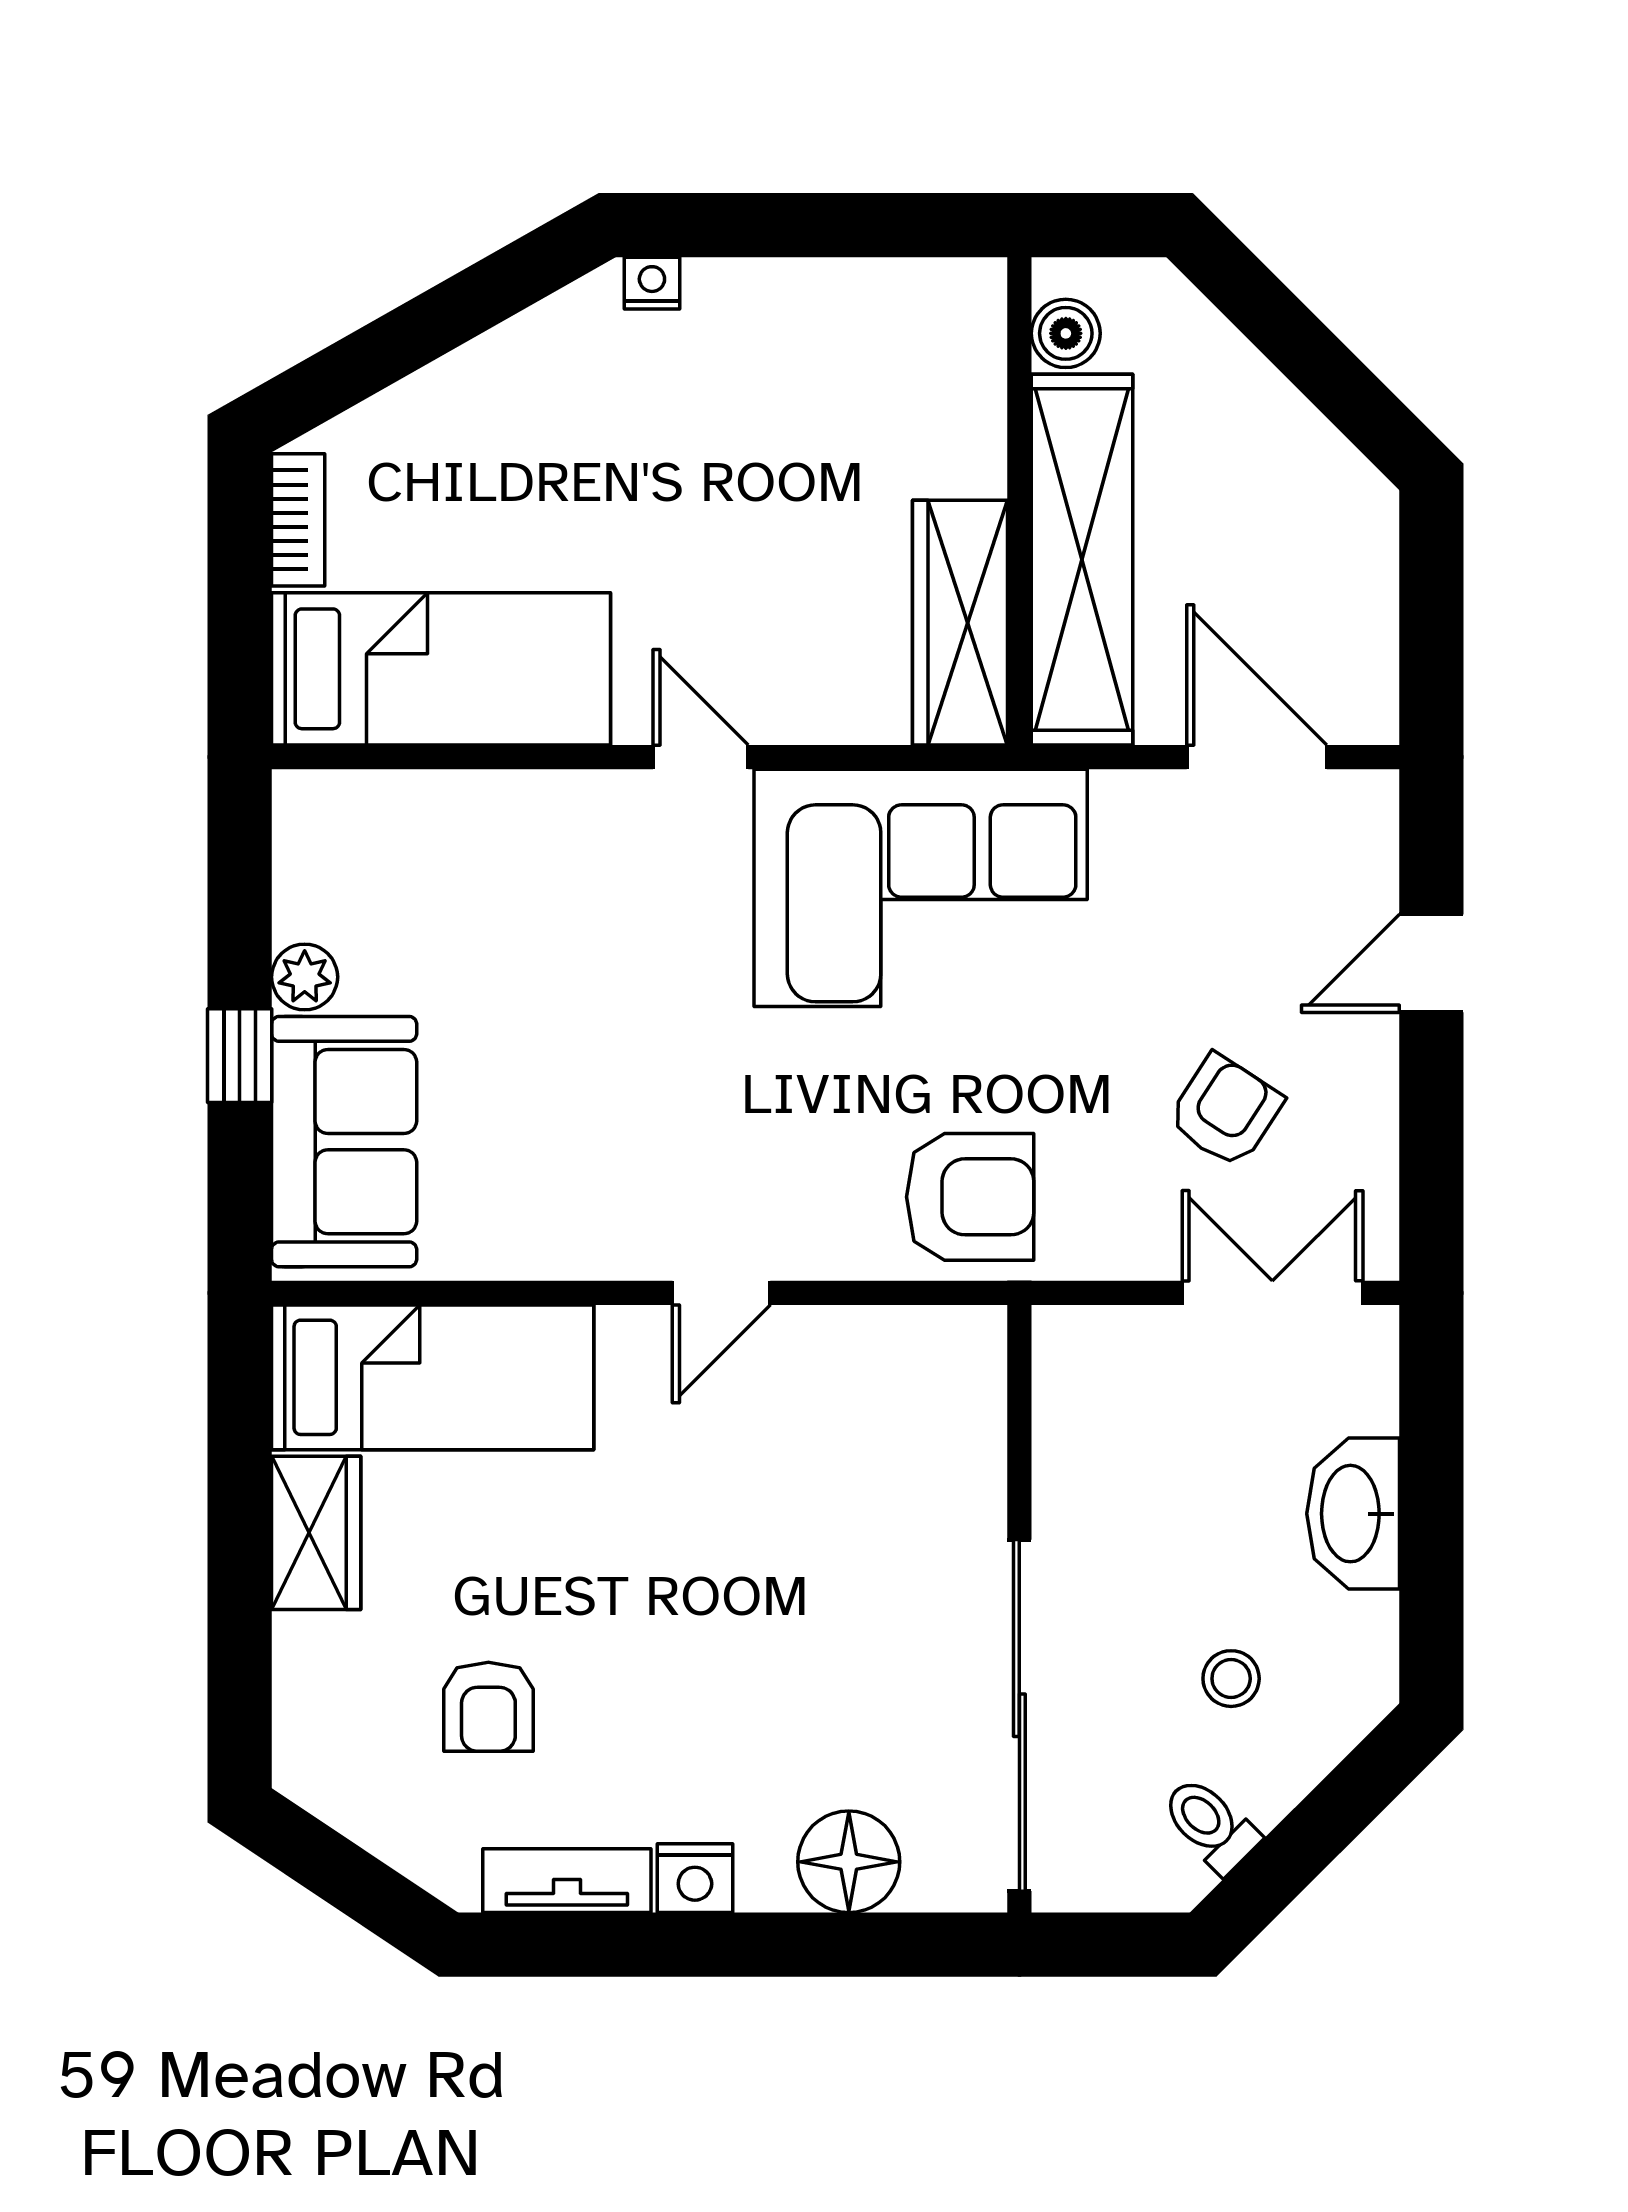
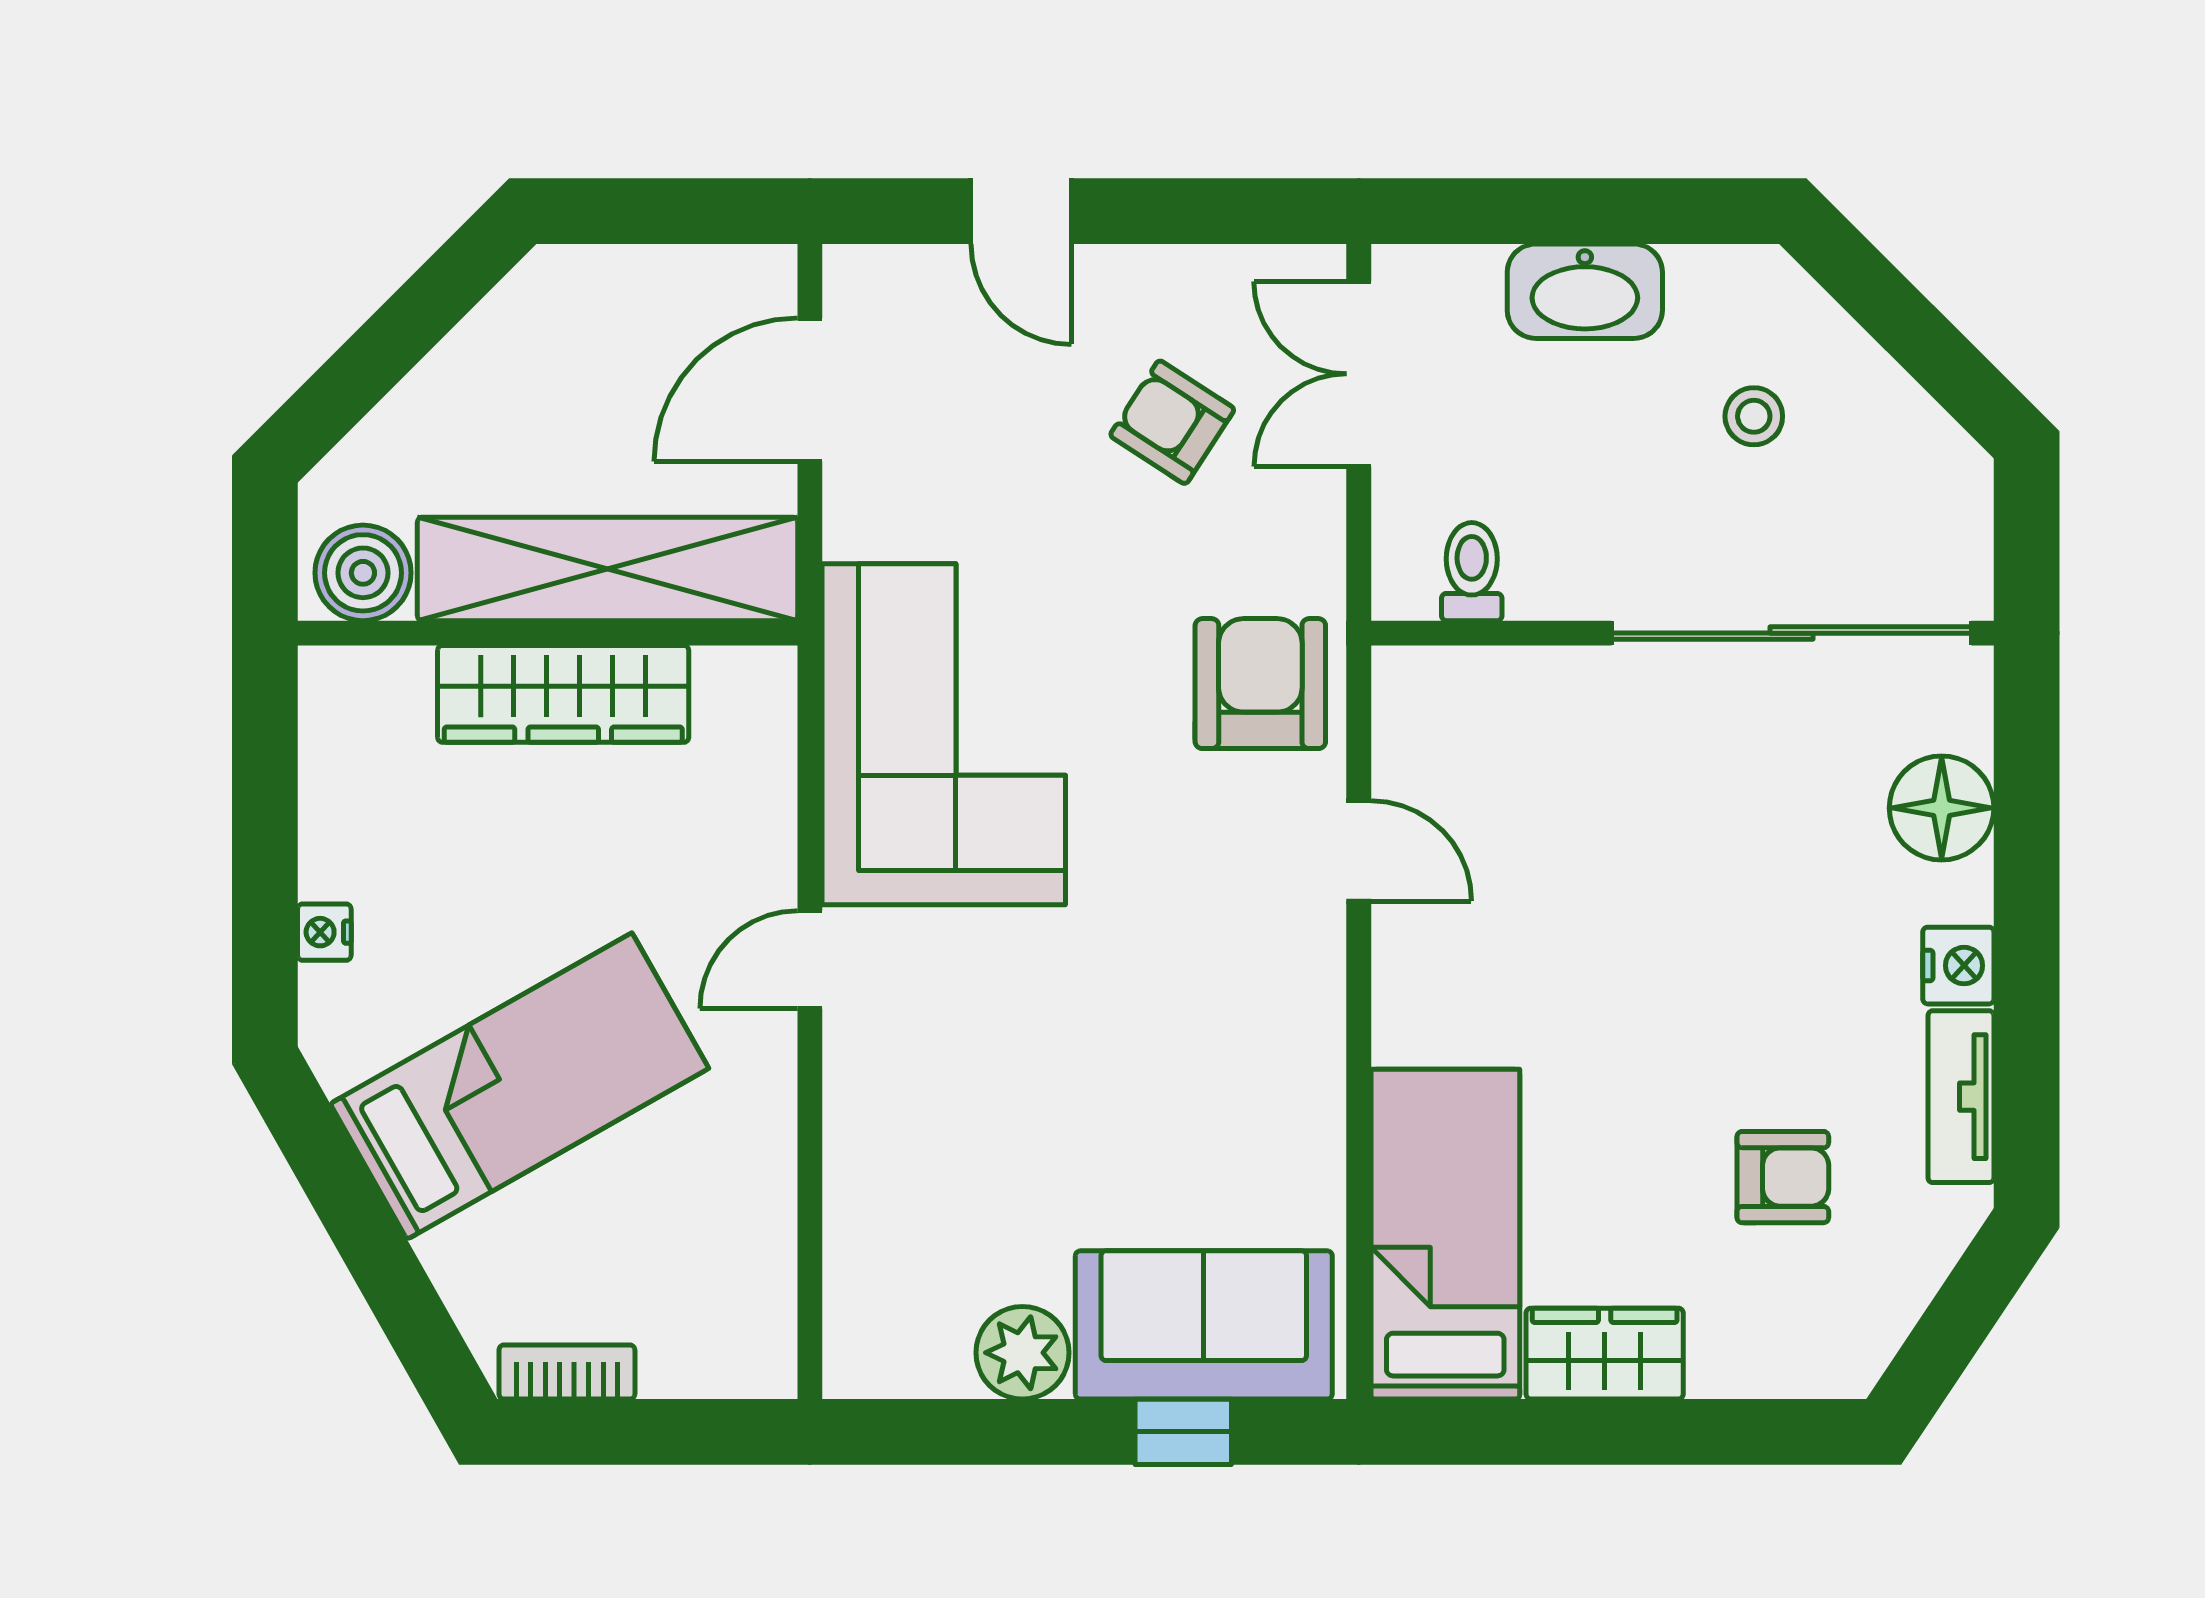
nightstand: (652, 283) -> (324, 932), moved
boiler: (1066, 333) -> (363, 573), width x1.36, depth x1.36
wardrobe: (960, 623) -> (563, 694), moved
bed: (441, 669) -> (519, 1086), moved, turned 60
plant: (305, 977) -> (1022, 1353), width x1.38, depth x1.38
window: (240, 1056) -> (1183, 1432), moved
door: (721, 1293) -> (1359, 851), moved
toilet: (1210, 1825) -> (1472, 572), moved, turned 135

